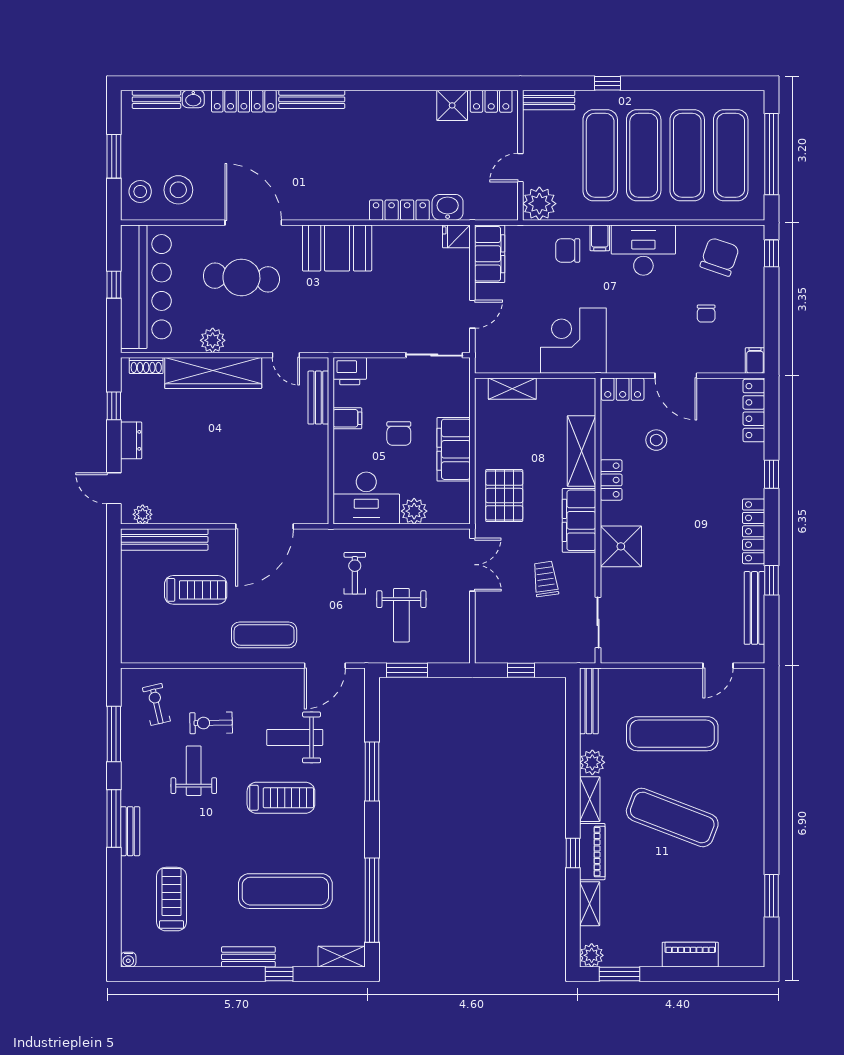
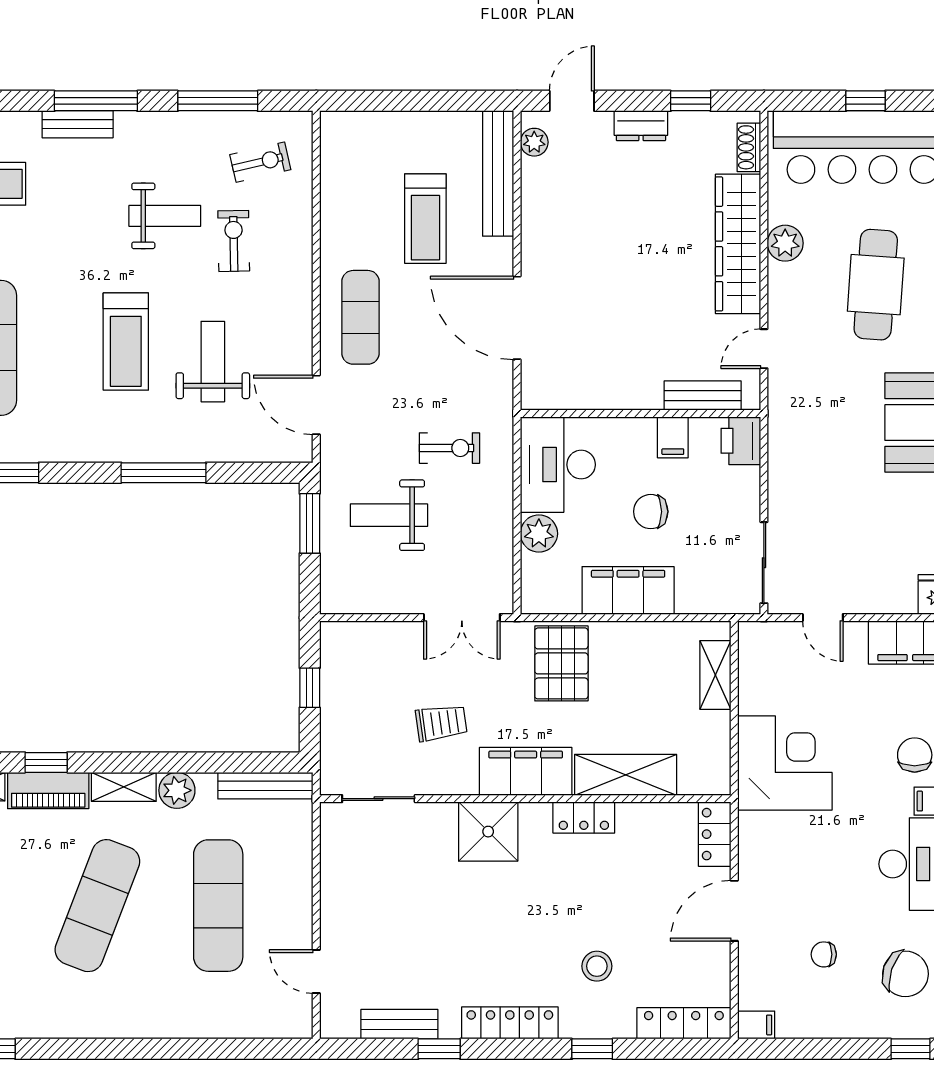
stool: (656, 440) -> (597, 966), moved
pallet: (504, 496) -> (561, 663), turned 90
bench: (755, 608) -> (399, 1024), width x0.73

